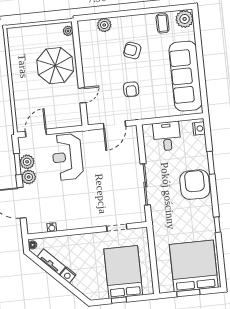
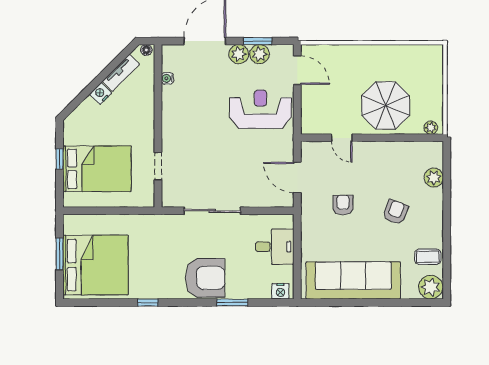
armchair: (131, 89) -> (343, 205), turned 90

